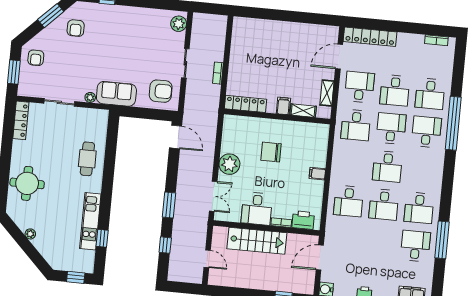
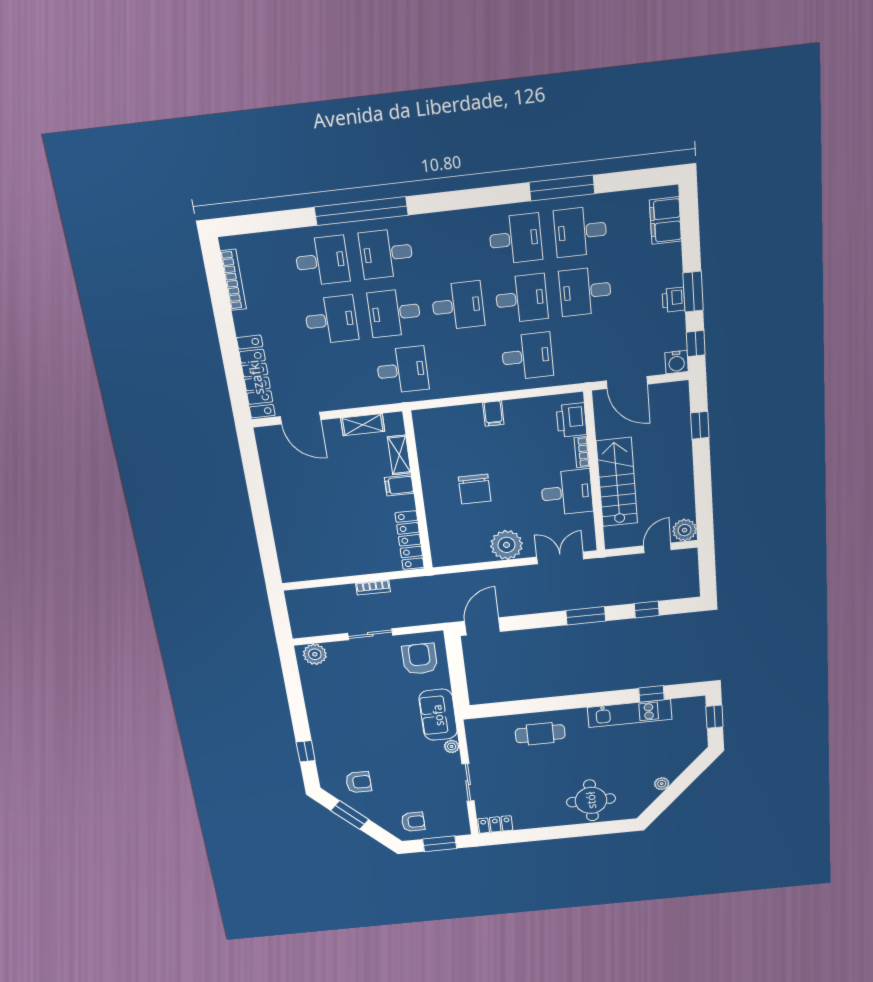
bookcase: (436, 40) -> (233, 280), width x1.56
desk: (359, 87) -> (585, 291), moved
locker: (21, 120) -> (495, 824), width x0.66
plant: (216, 278) -> (685, 530), added

